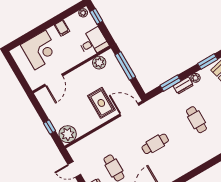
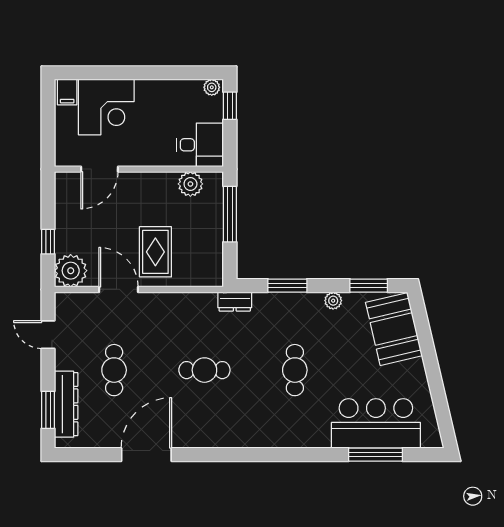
filing cabinet: (62, 28) -> (67, 92), moved
dresser: (183, 85) -> (235, 302), moved
door: (129, 110) -> (118, 289), moved

